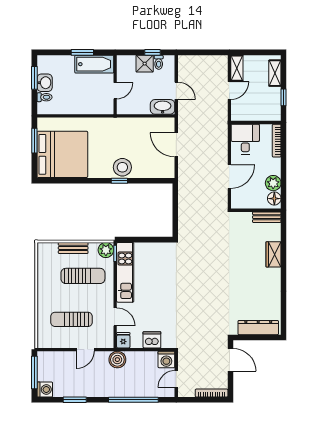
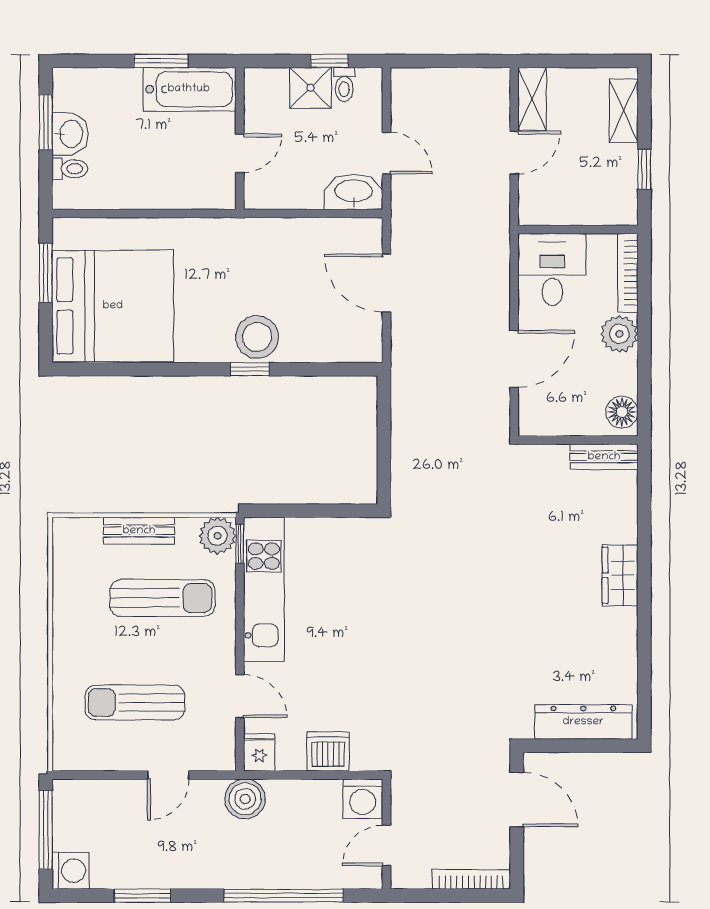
plant: (273, 183) -> (619, 334), moved
wardrobe: (273, 254) -> (620, 575), moved

